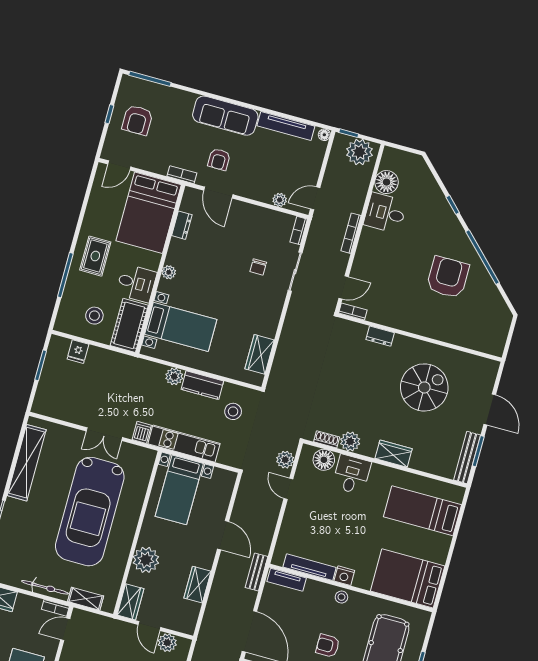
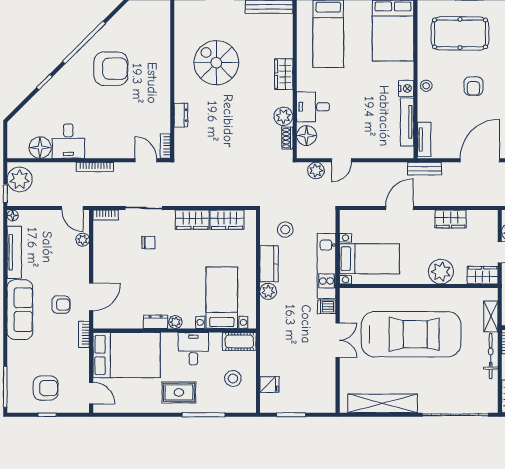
dresser: (182, 225) -> (156, 322), moved
armchair: (448, 277) -> (111, 69), turned 180
wardrobe: (269, 318) -> (192, 220), added
cot: (129, 325) -> (239, 342), width x0.73, depth x0.75

